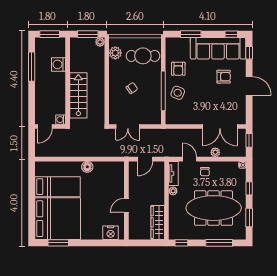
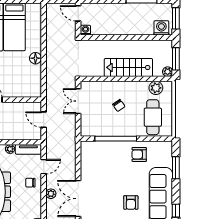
washing machine: (59, 64) -> (161, 28), moved
side table: (178, 93) -> (114, 154), removed
stairs: (78, 95) -> (128, 67), moved, turned 180

